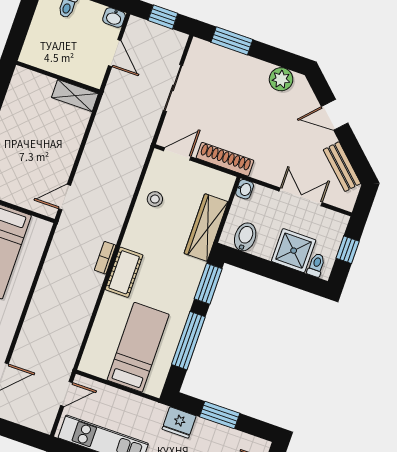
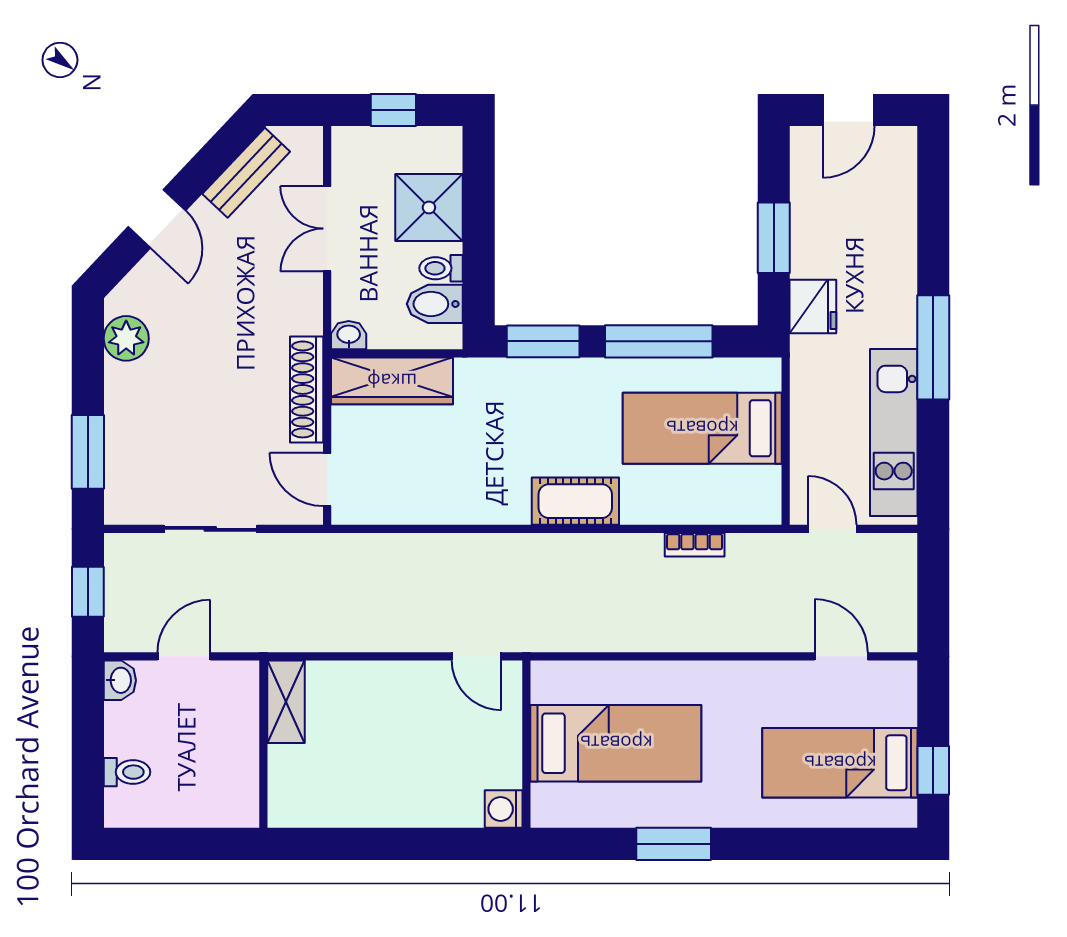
stool: (155, 199) -> (423, 491), removed
wardrobe: (206, 228) -> (392, 381), moved
bookcase: (105, 258) -> (695, 545), moved
toilet: (316, 265) -> (441, 268), moved

